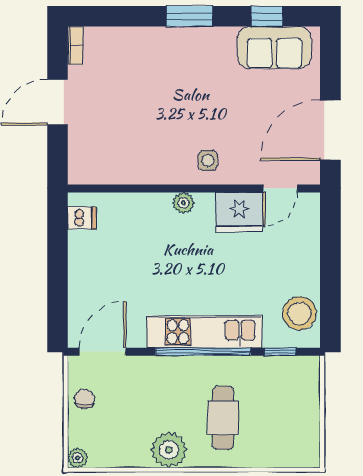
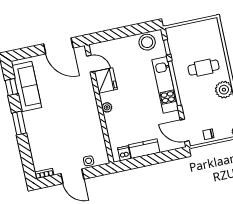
sofa: (274, 48) -> (27, 86), width x1.36
side table: (208, 160) -> (89, 161), moved
kitchen counter: (83, 261) -> (144, 149), added

